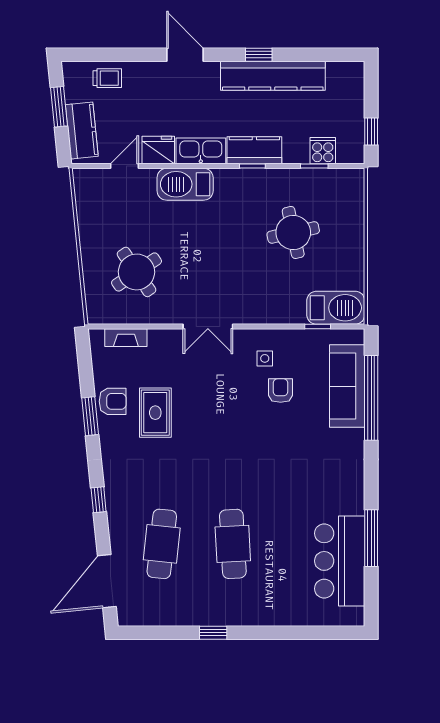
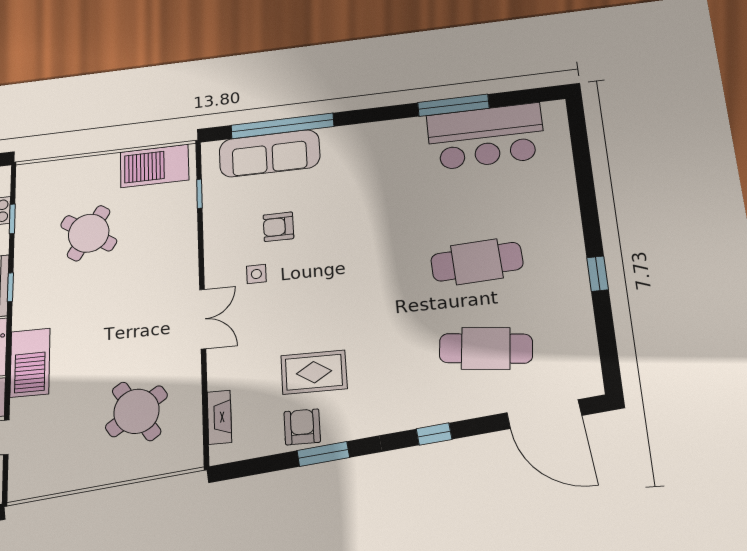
round table: (293, 232) -> (89, 233), turned 45
barbecue: (336, 308) -> (154, 166), moved, turned -90
side table: (265, 358) -> (256, 274), moved

